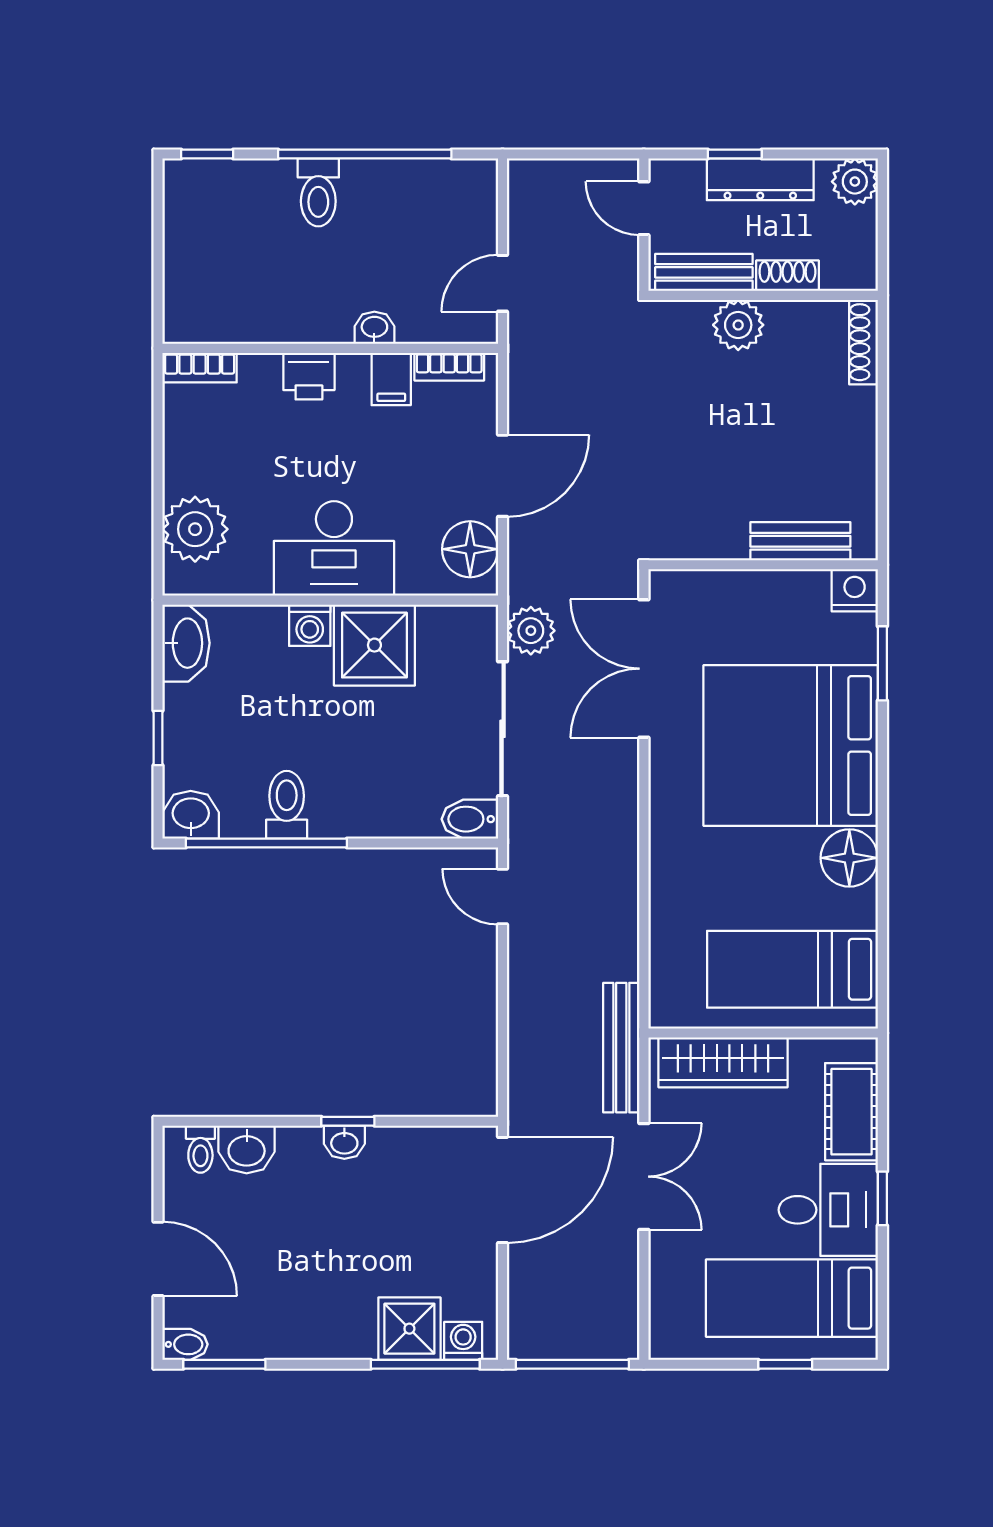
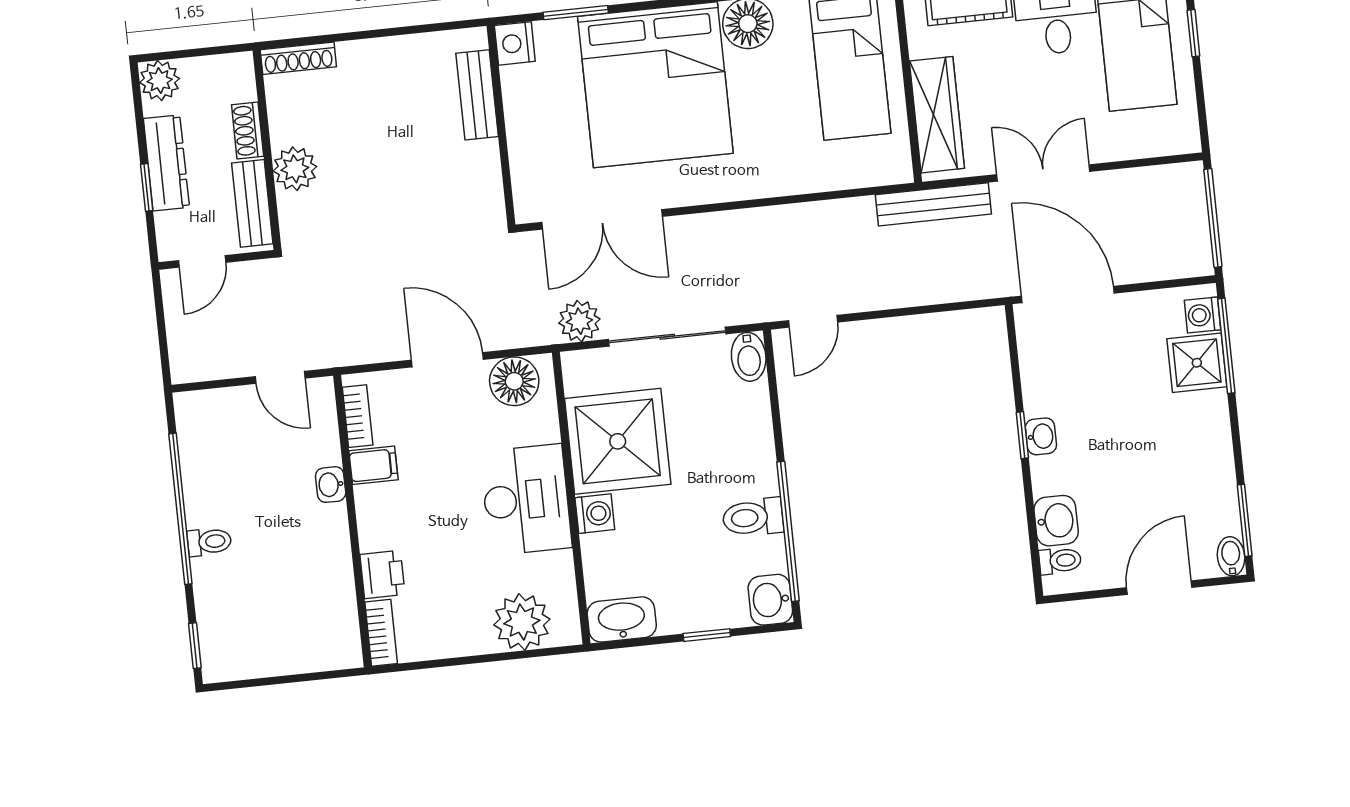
toilet: (318, 192) -> (209, 542), width x0.73, depth x0.72
printer: (309, 376) -> (382, 574), moved
shower: (374, 645) -> (618, 441), width x1.37, depth x1.37

